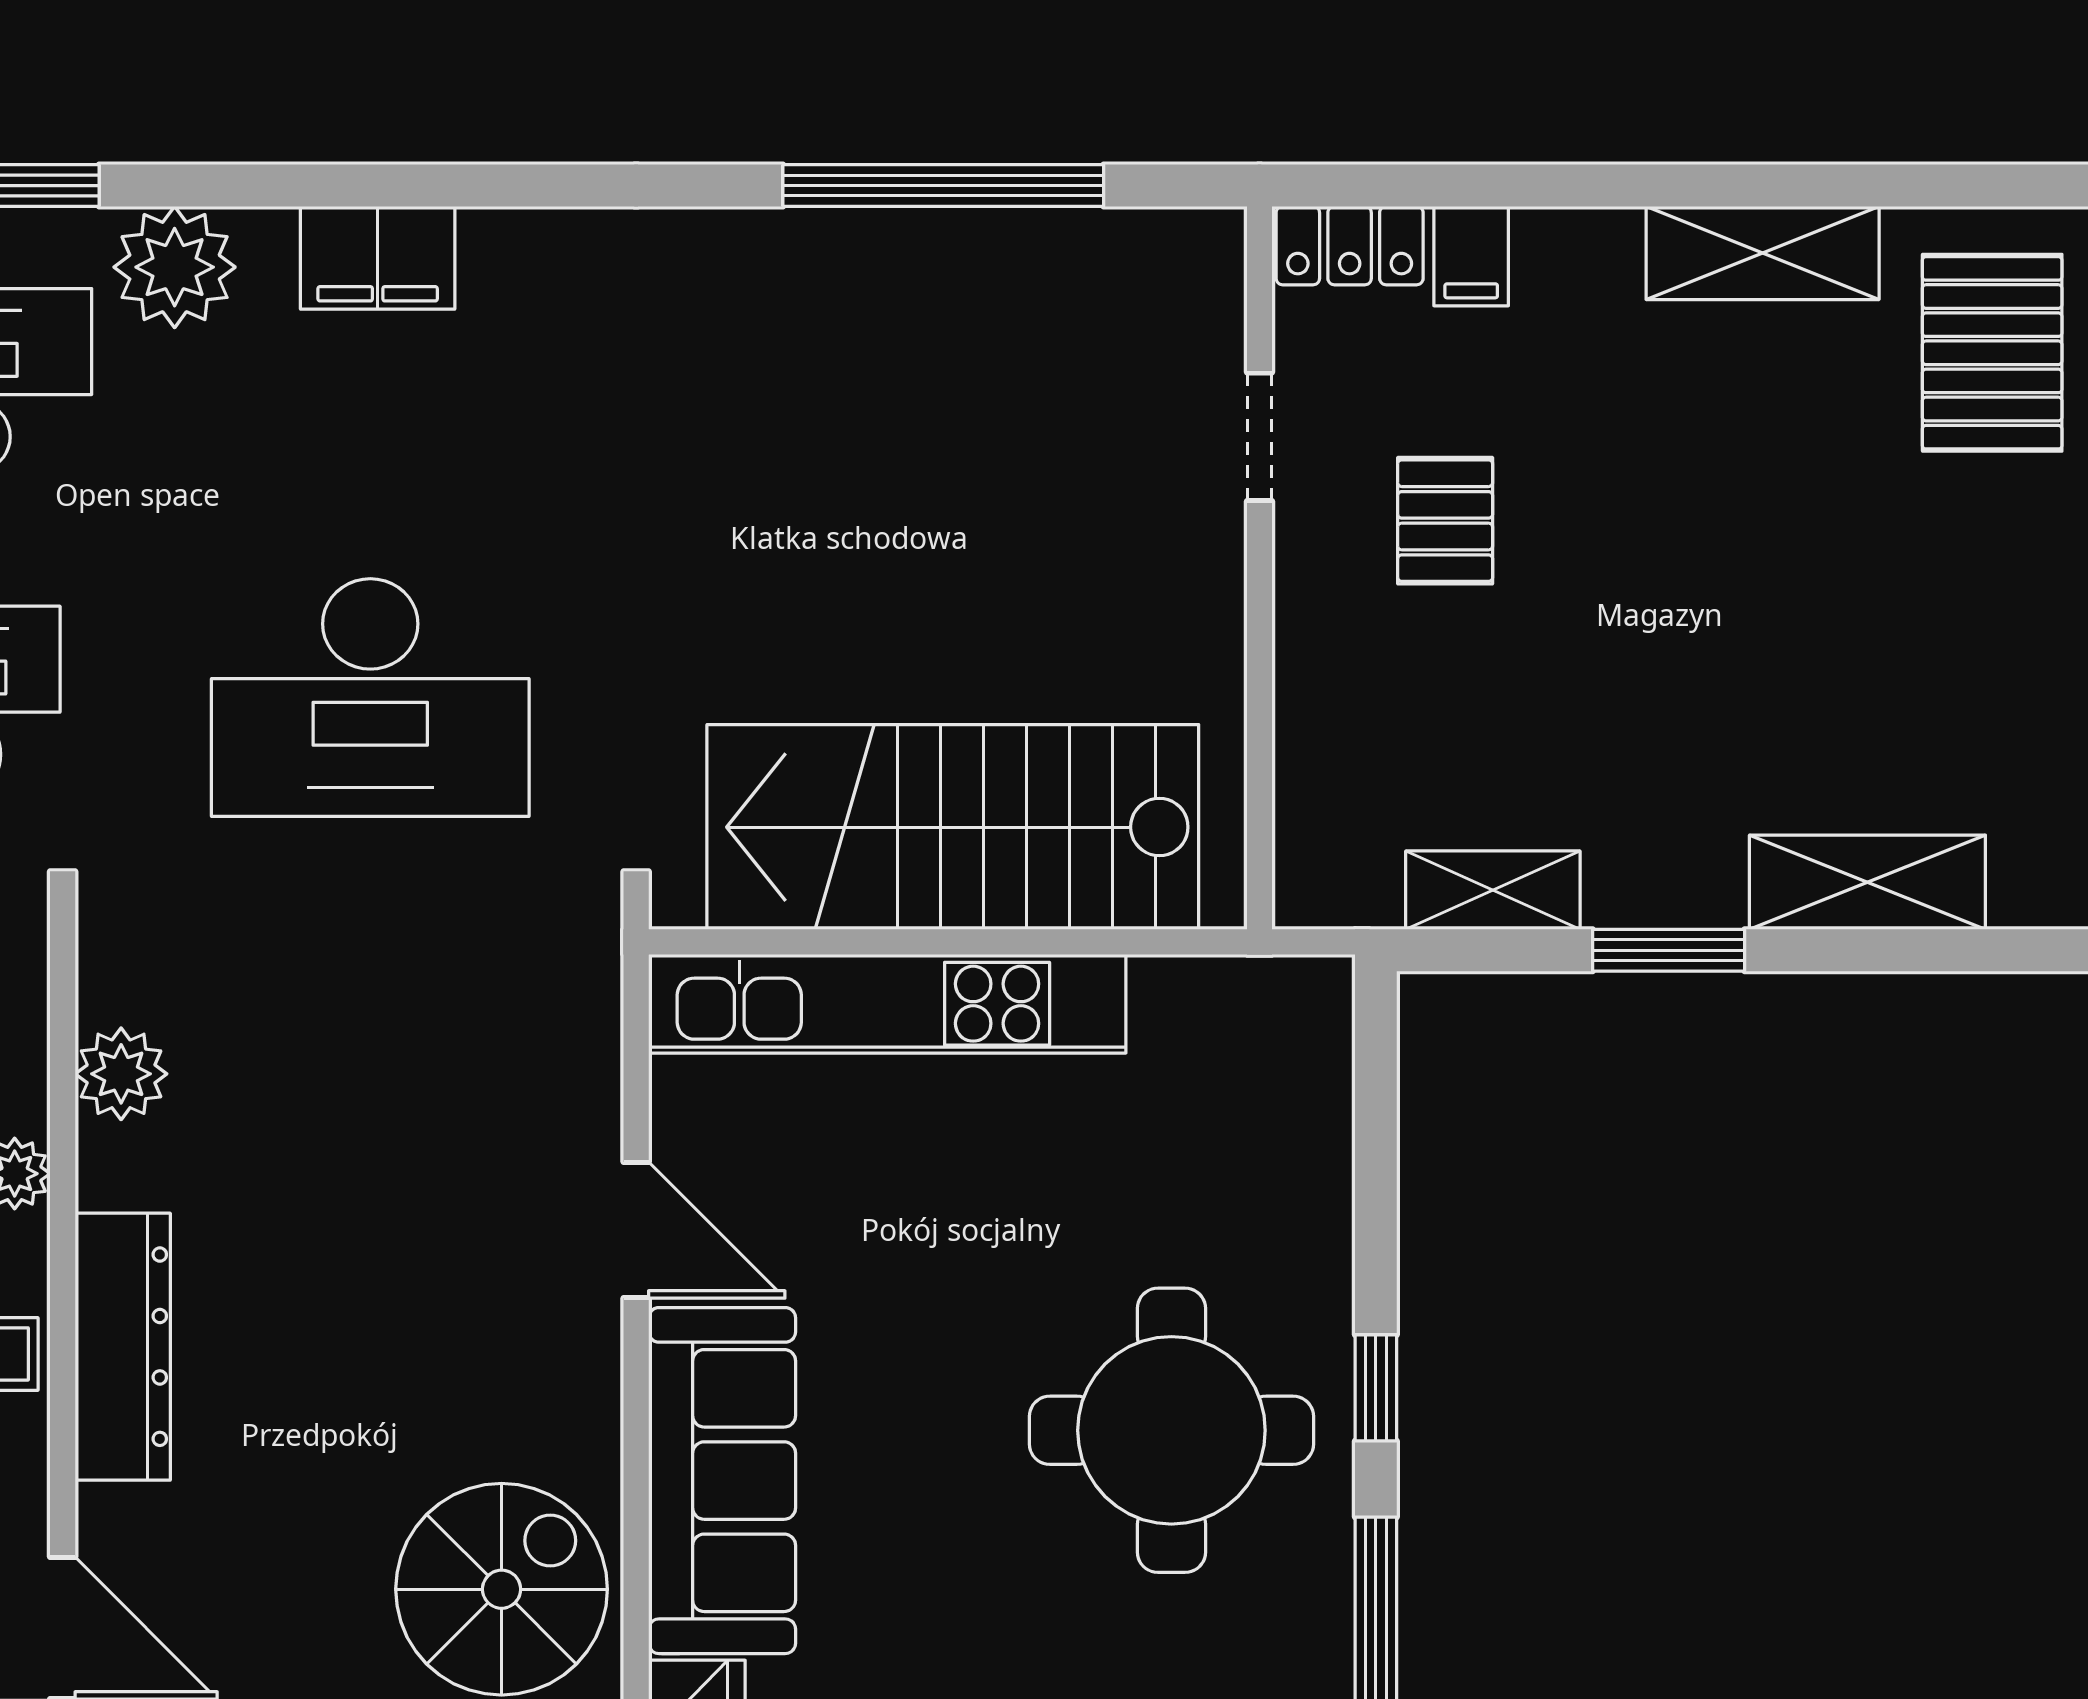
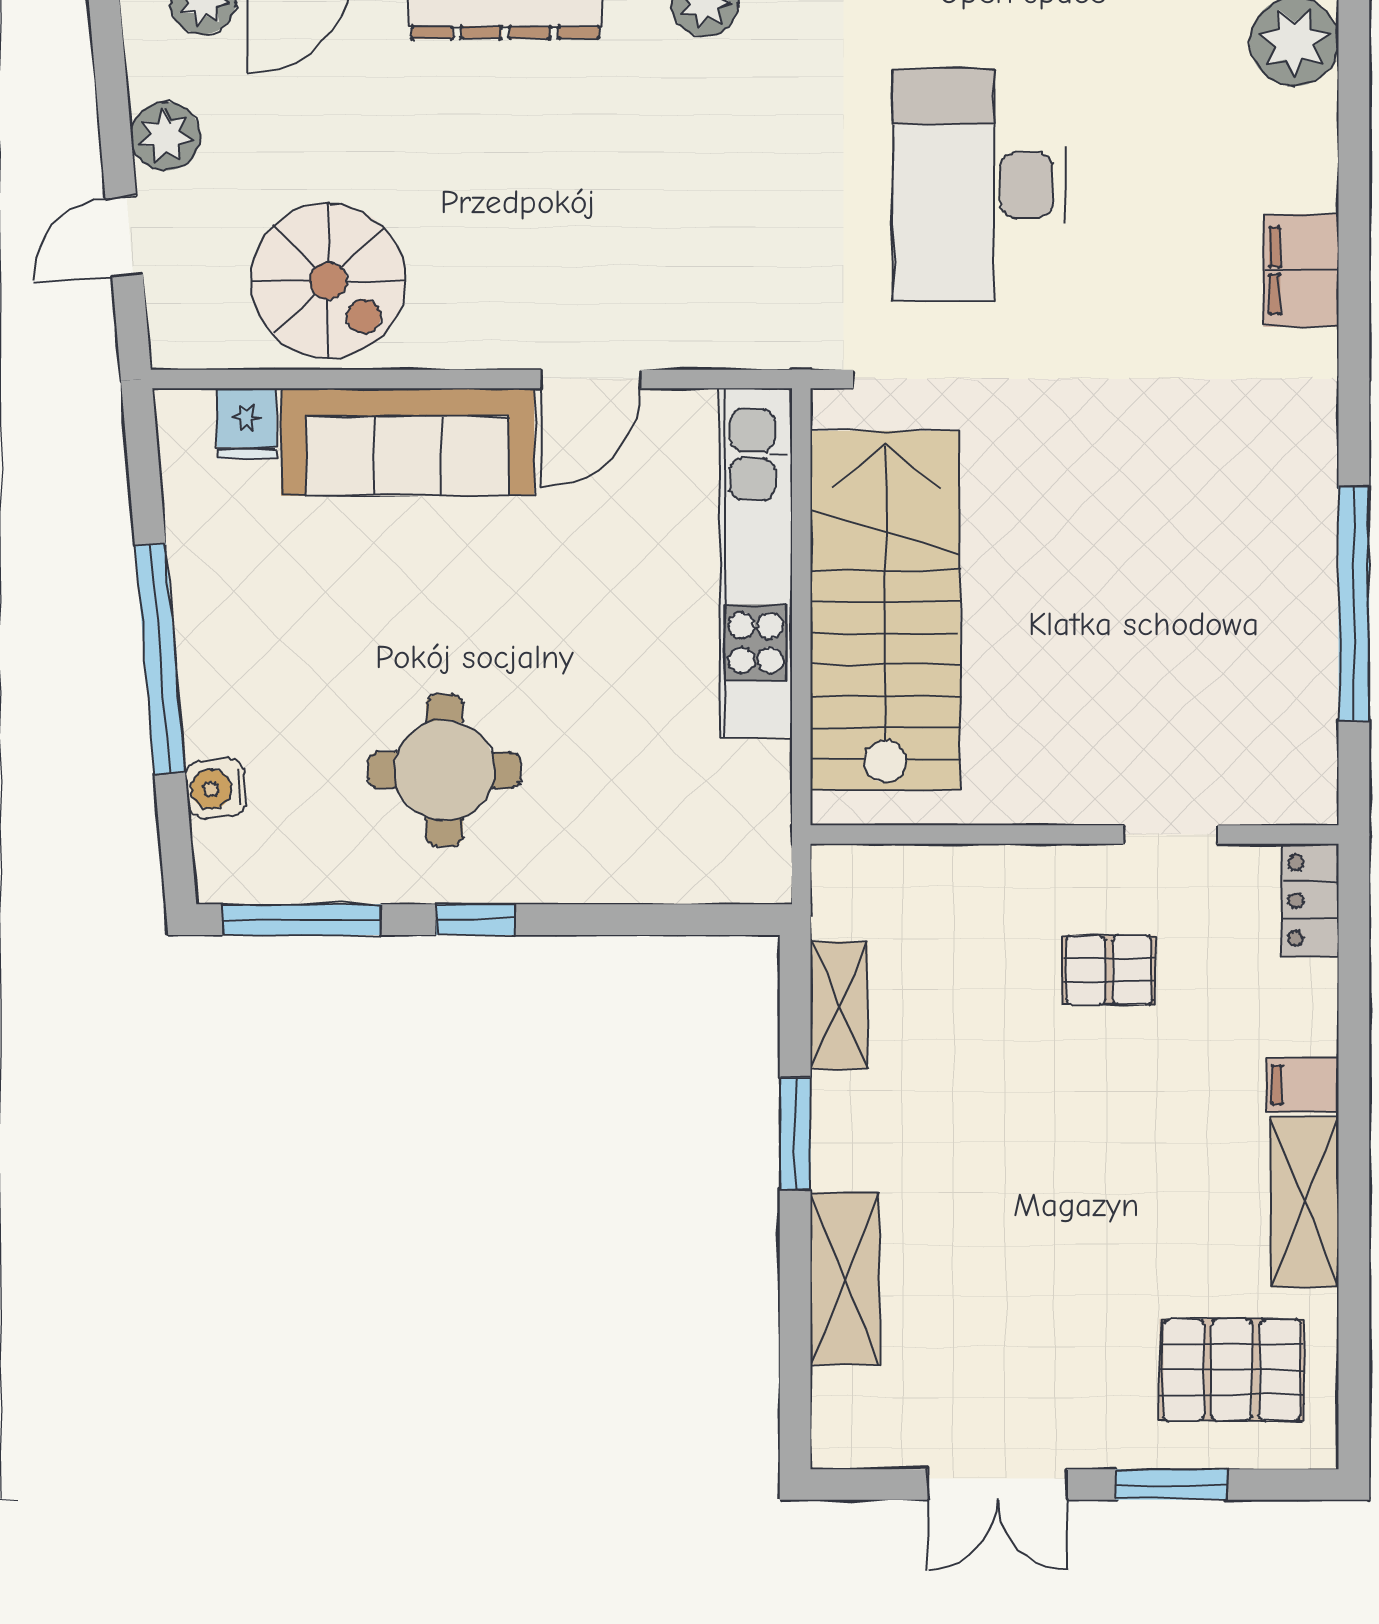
filing cabinet: (1471, 256) -> (1302, 1085), moved
filing cabinet: (378, 258) -> (1301, 271), moved
round table: (1171, 1430) -> (444, 770), width x0.73, depth x0.73

